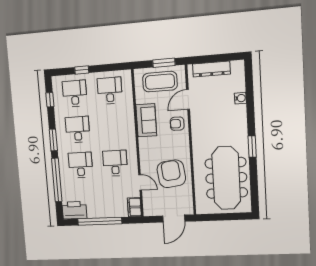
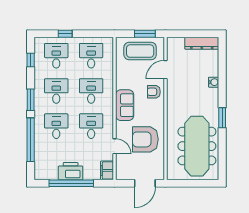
dresser: (211, 69) -> (202, 43), moved
water cooler: (240, 98) -> (214, 82), moved
sofa: (146, 120) -> (125, 105), moved
desk: (112, 127) -> (91, 91), added
armchair: (171, 174) -> (145, 139), turned -83
printer: (74, 210) -> (71, 171), moved

